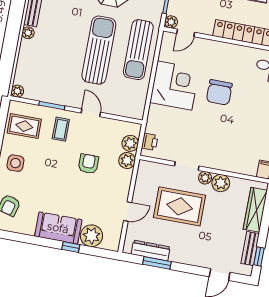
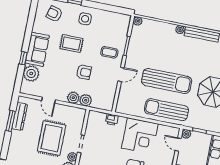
rug: (24, 126) -> (71, 44), moved, turned 90
printer: (150, 142) -> (112, 120), moved
plant: (130, 143) -> (73, 98), moved

